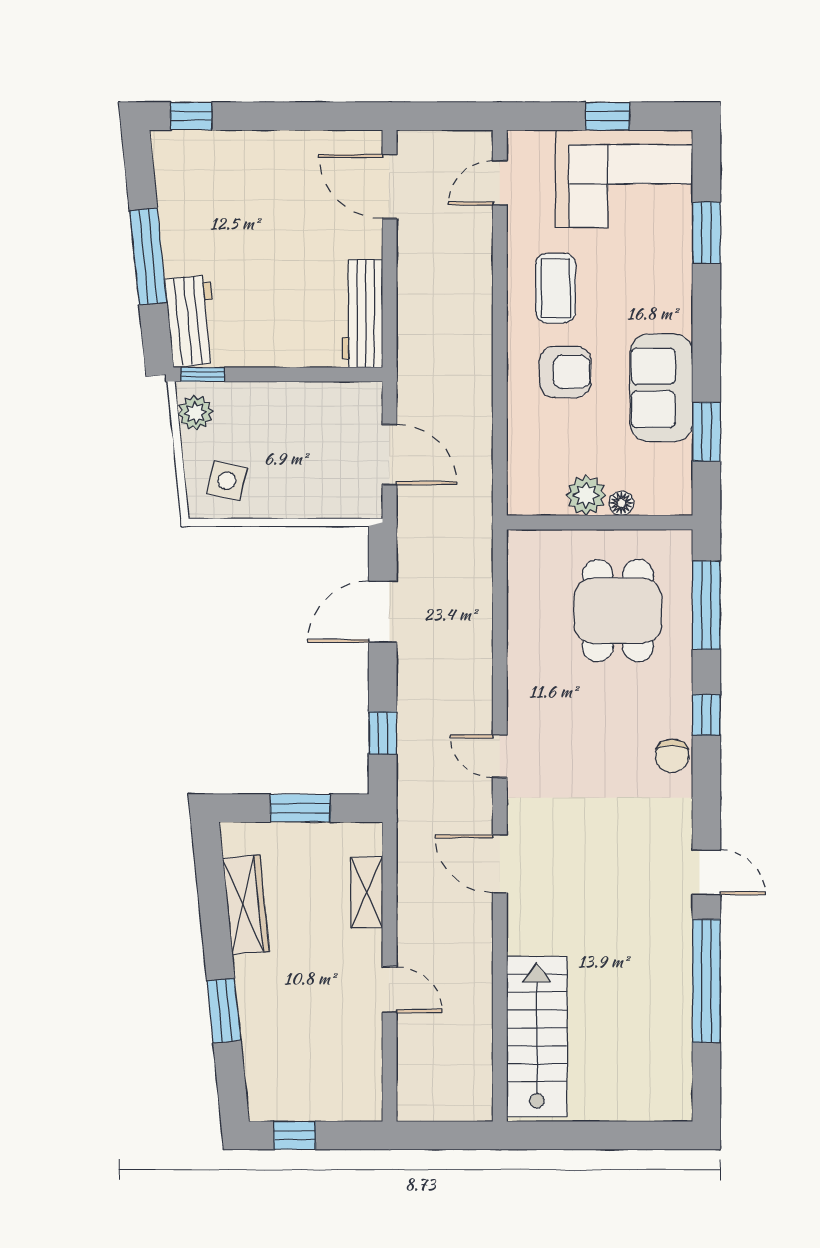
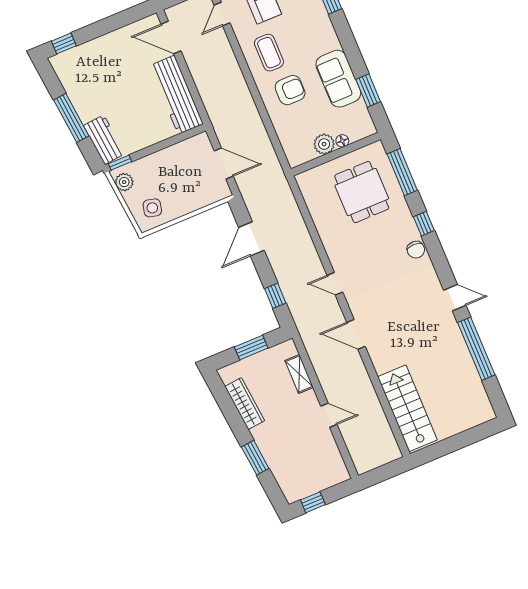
workbench: (362, 314) -> (176, 95), width x1.36, depth x1.32

